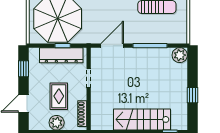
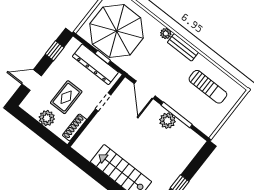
door: (112, 46) -> (145, 90), swing flipped
plant: (180, 55) -> (167, 121), moved

